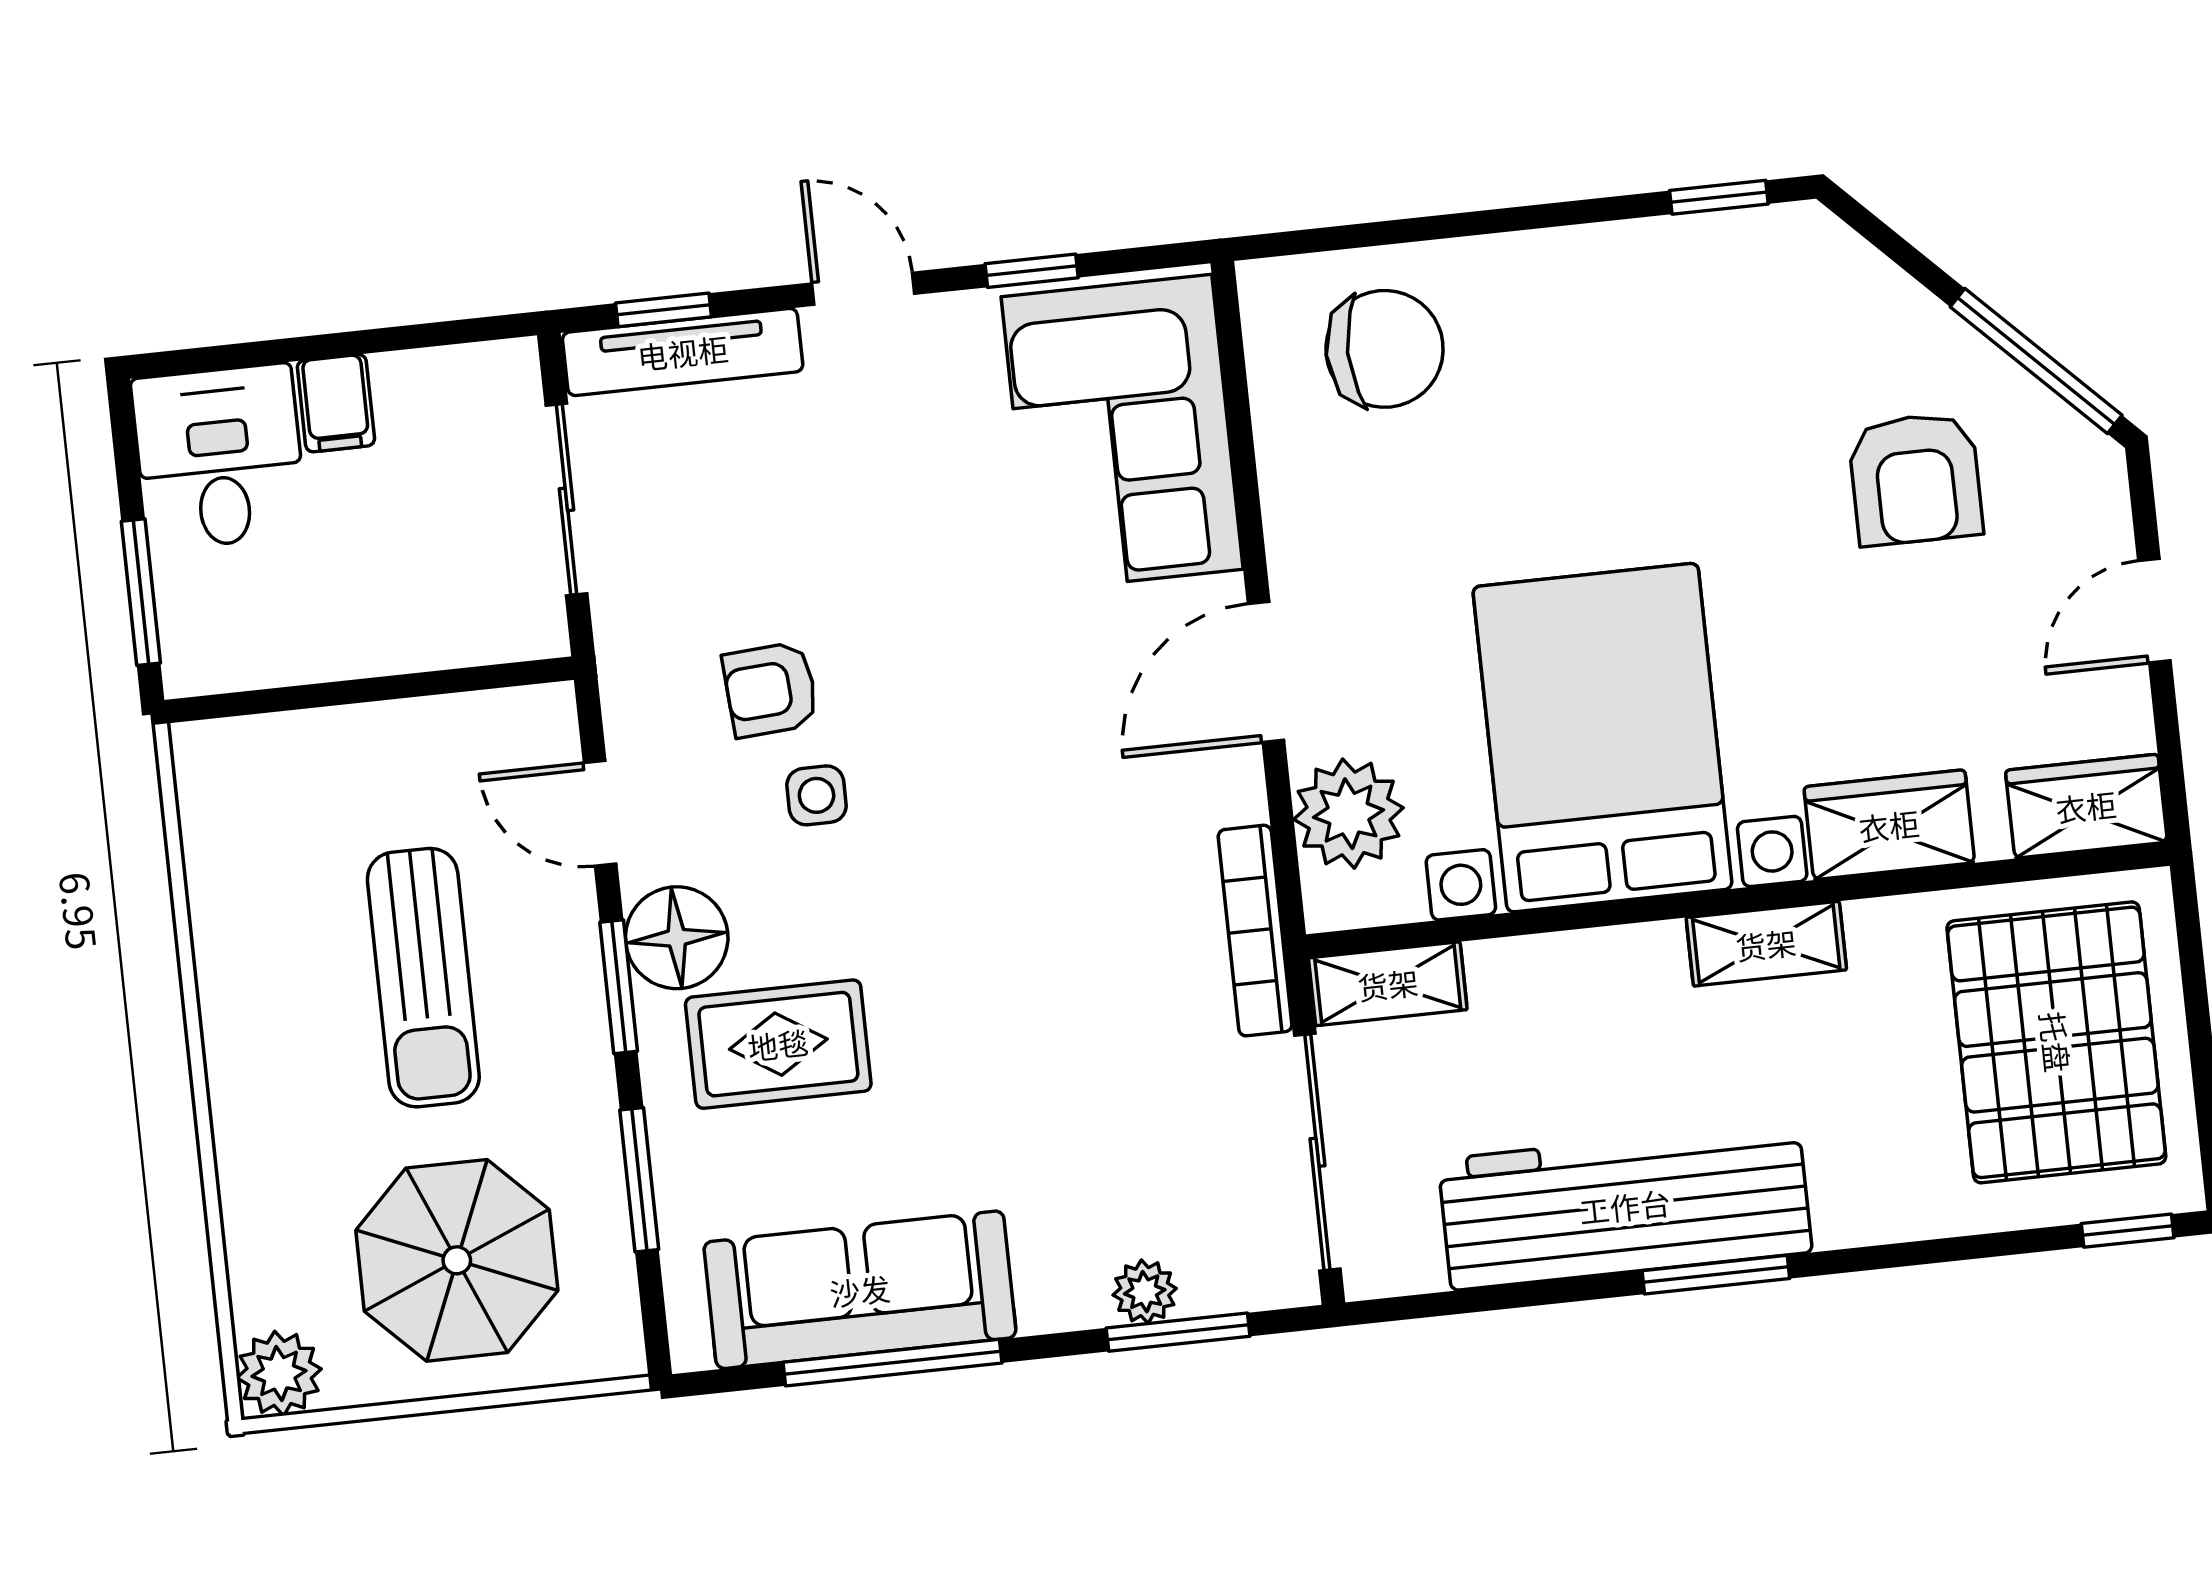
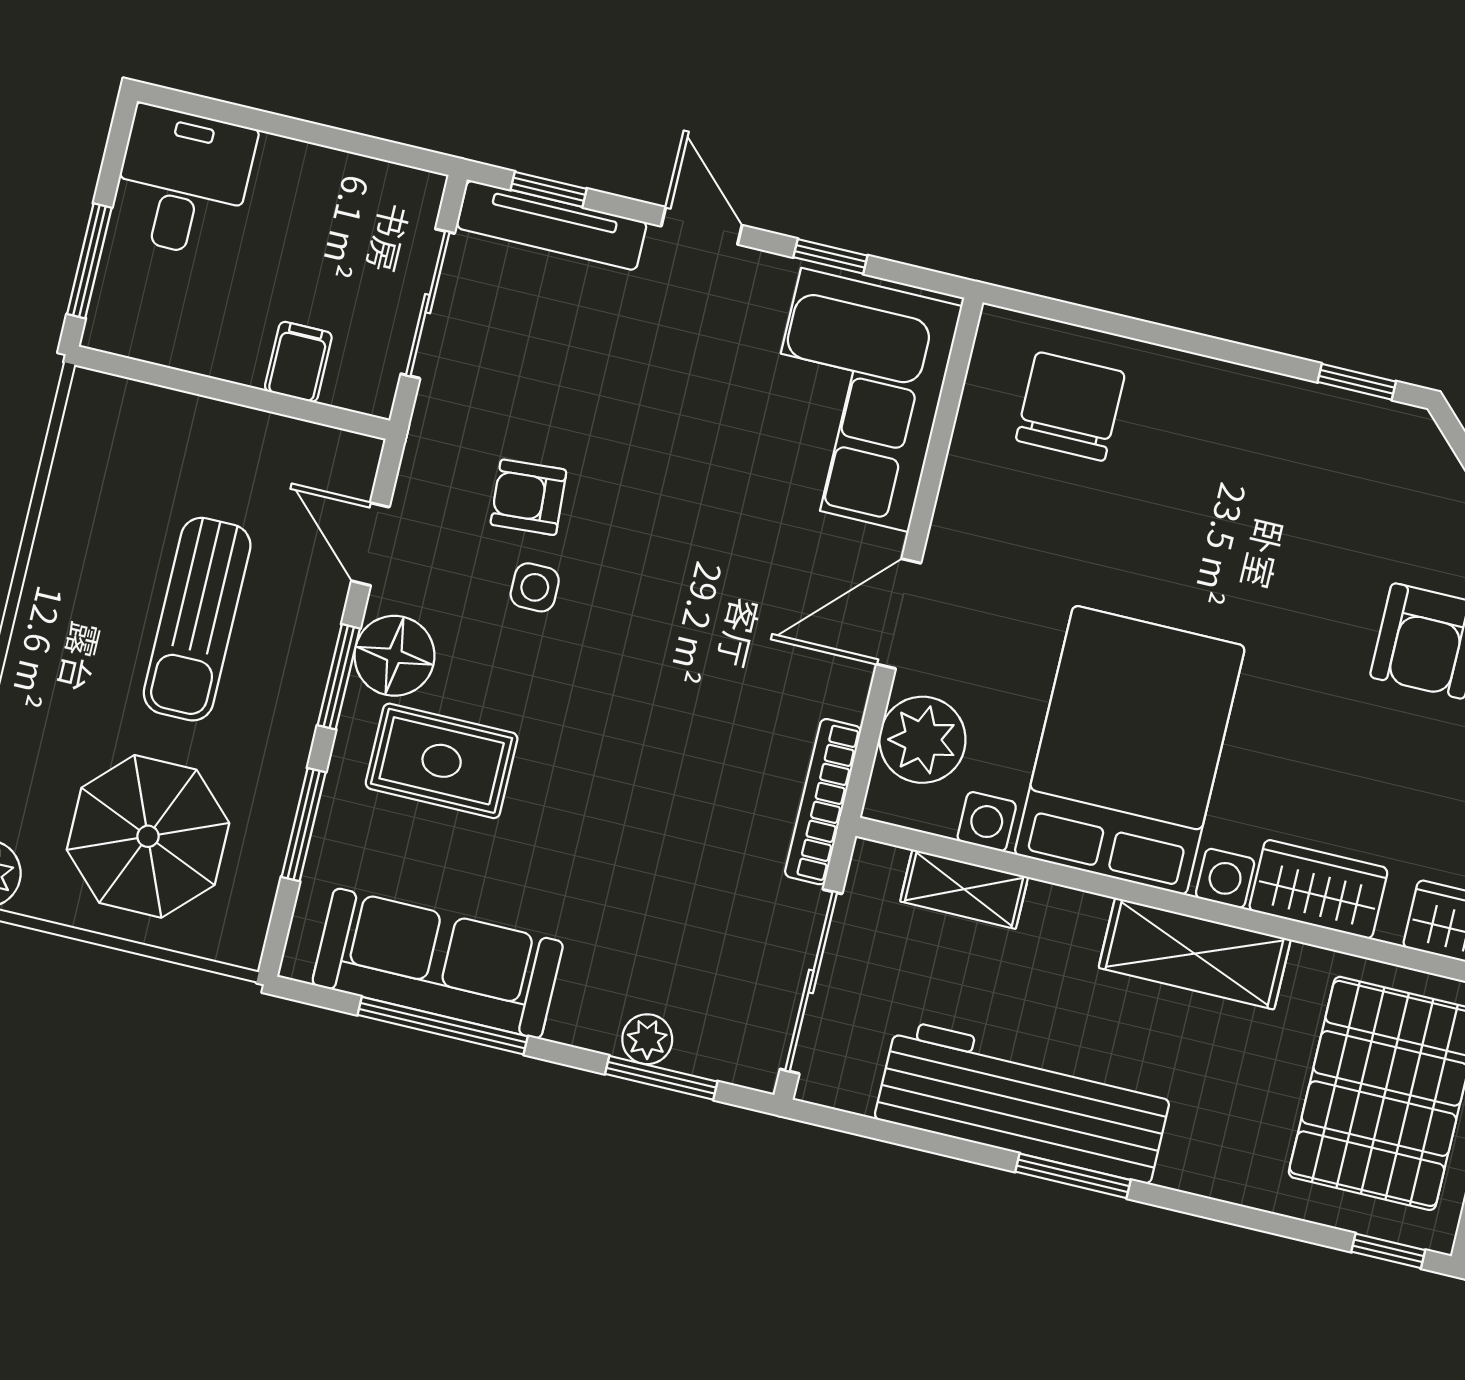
chair: (1385, 349) -> (1070, 406), turned -90
filing cabinet: (336, 403) -> (298, 362), moved, turned 180
shelving: (1766, 944) -> (1195, 954), width x1.50, depth x1.33
shelving: (1388, 984) -> (964, 889), moved

